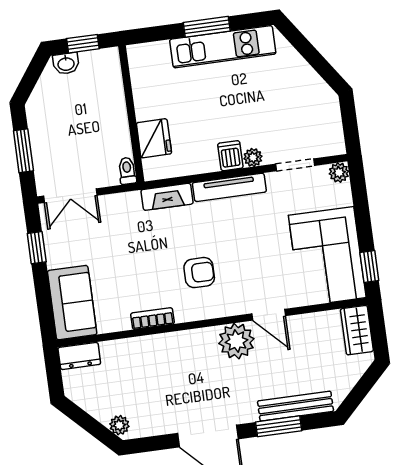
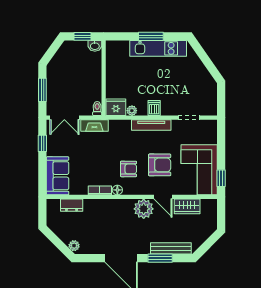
washbasin: (66, 64) -> (95, 46), moved
fridge: (154, 138) -> (116, 107), moved, turned -90
plant: (253, 157) -> (132, 111), moved
plant: (339, 173) -> (212, 125), removed
fireplace: (167, 197) -> (94, 126), moved
armchair: (255, 258) -> (160, 165), added
floor lamp: (184, 314) -> (117, 190), added
wardrobe: (357, 330) -> (187, 206), moved, turned -90
dresser: (79, 356) -> (72, 205), moved

